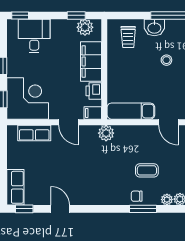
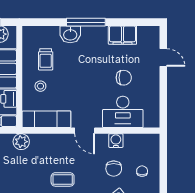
trolley: (128, 37) -> (46, 59), moved
stool: (166, 60) -> (40, 86), moved

